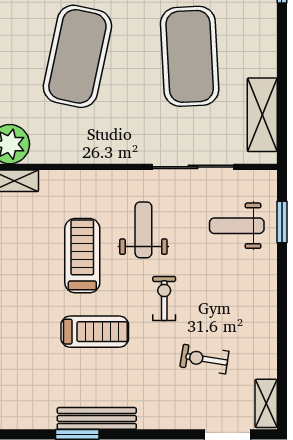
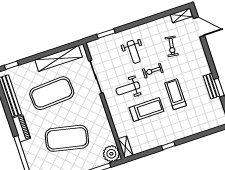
shelving: (262, 115) -> (59, 58), width x1.47
weight bench: (237, 226) -> (134, 52), moved
treadmill: (82, 256) -> (146, 110), turned 180
bench: (97, 418) -> (212, 86), width x0.73

